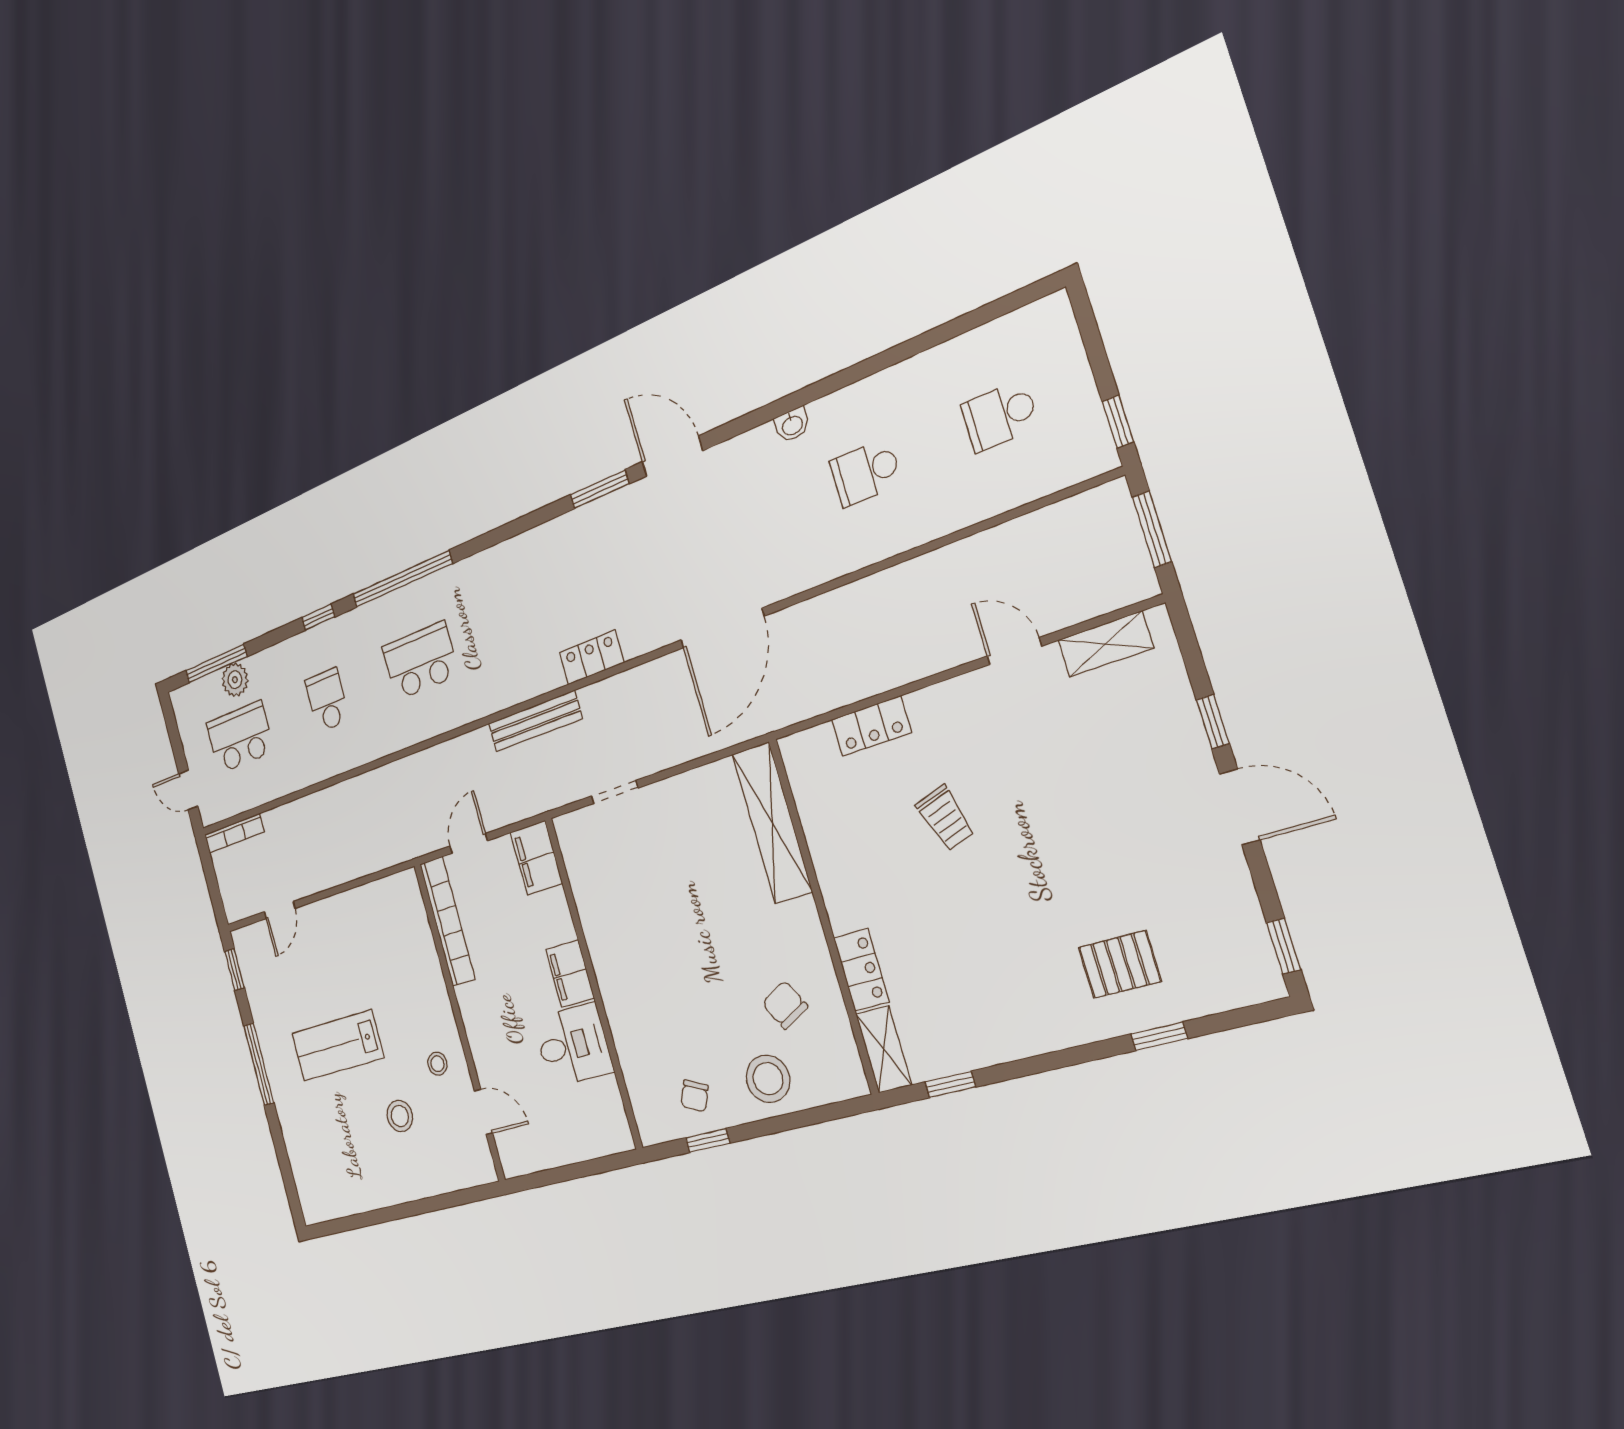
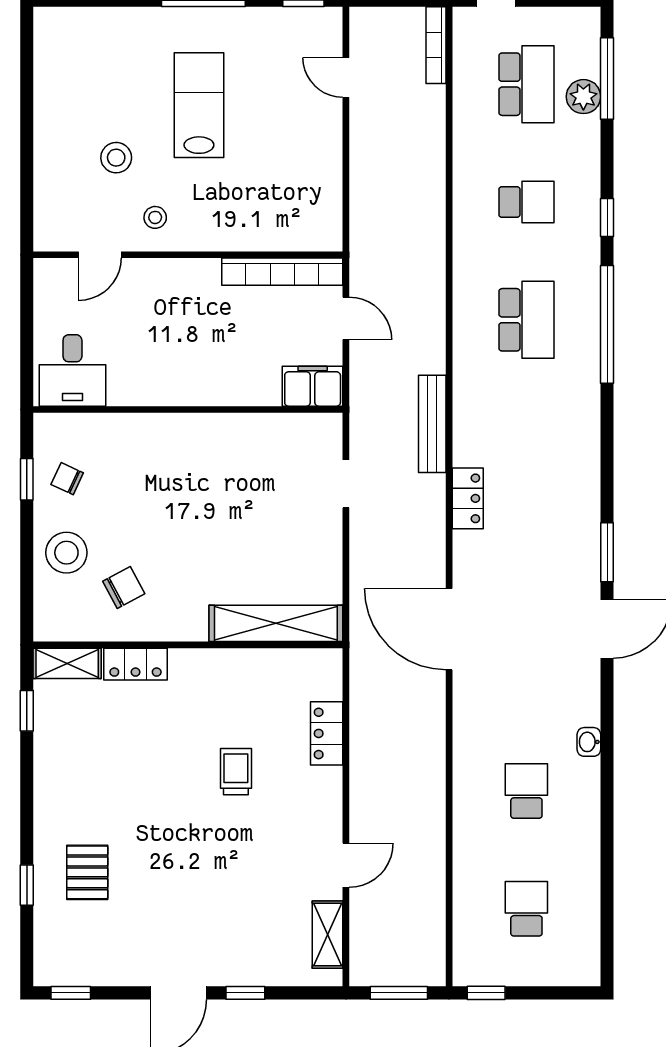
trolley: (945, 818) -> (236, 772), turned 108
filing cabinet: (570, 974) -> (202, 388), removed
desk: (573, 1045) -> (72, 370), moved

